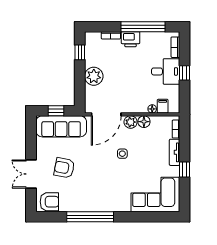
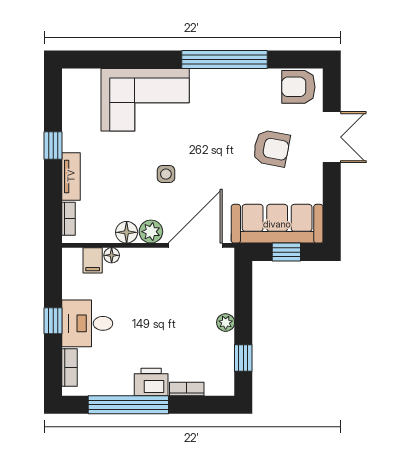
plant: (94, 76) -> (226, 322), width x0.53, depth x0.53
corner sofa: (155, 195) -> (145, 100), moved

